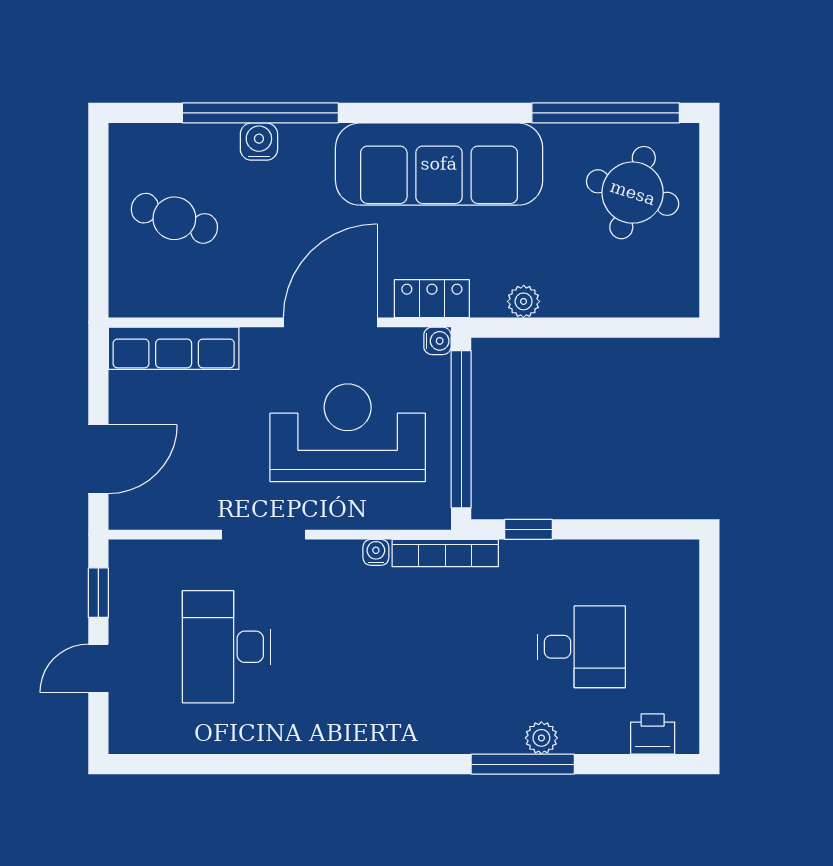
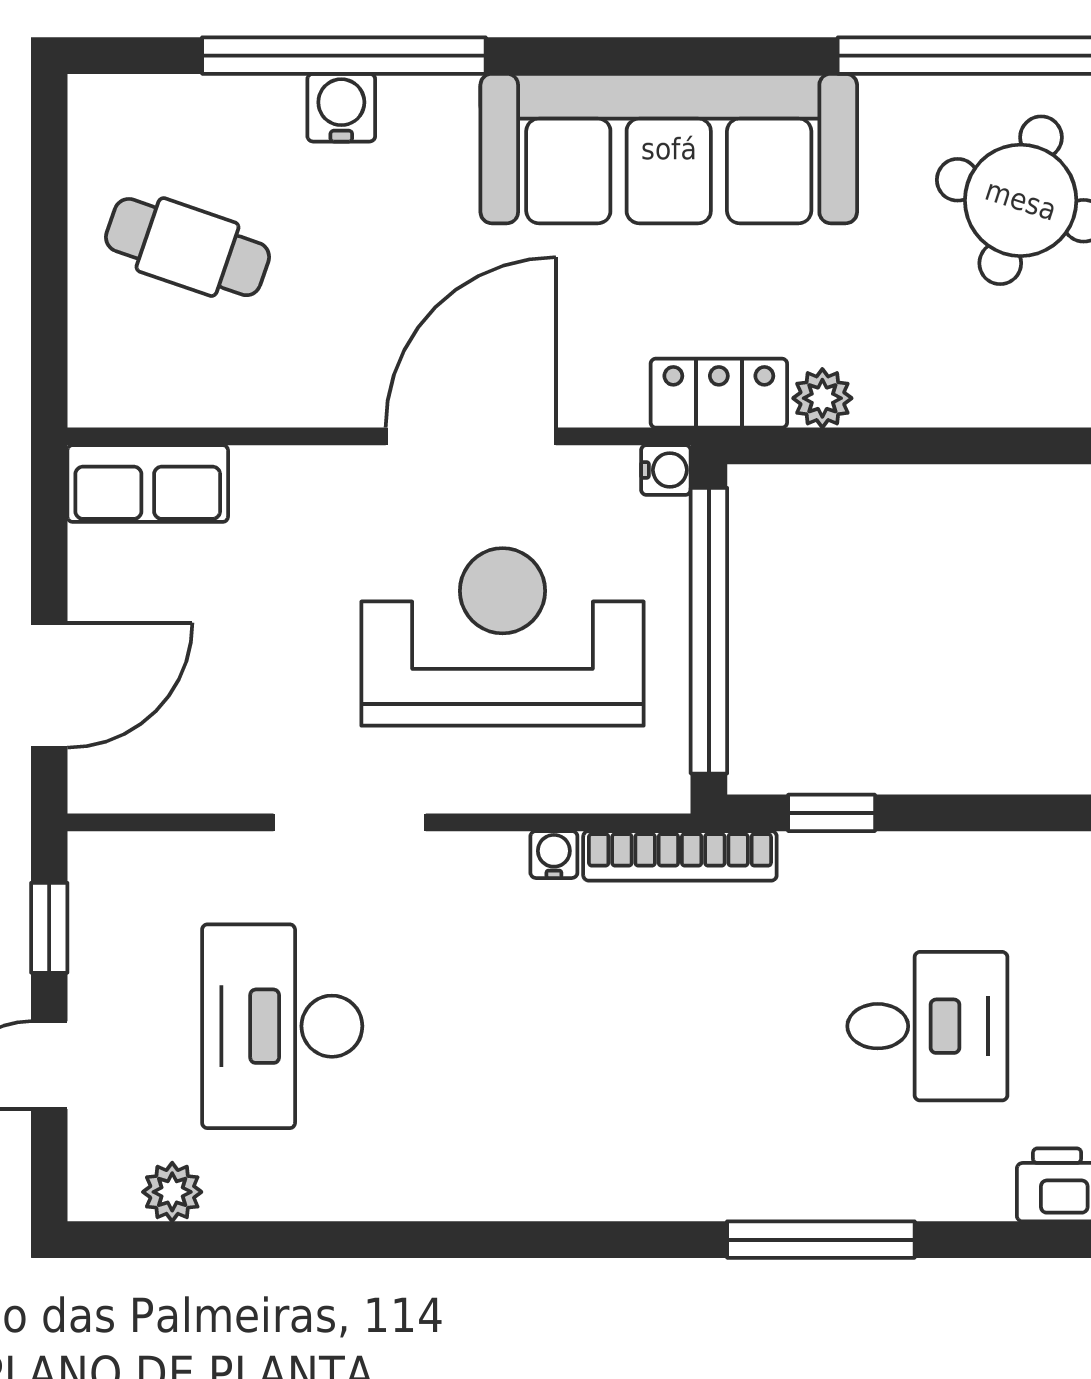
locker: (432, 299) -> (719, 393), moved
row of seats: (174, 348) -> (148, 484), width x0.68
plant: (541, 738) -> (172, 1192), moved

